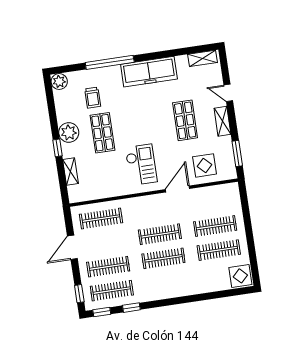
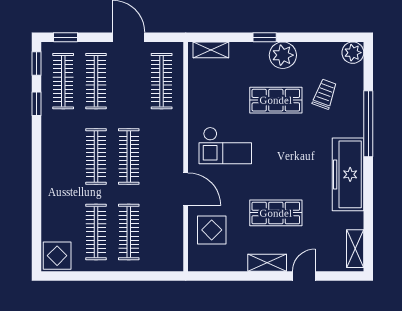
trolley: (93, 98) -> (325, 94), turned 110
window: (237, 153) -> (221, 276), removed
shelving: (71, 172) -> (211, 50), moved

